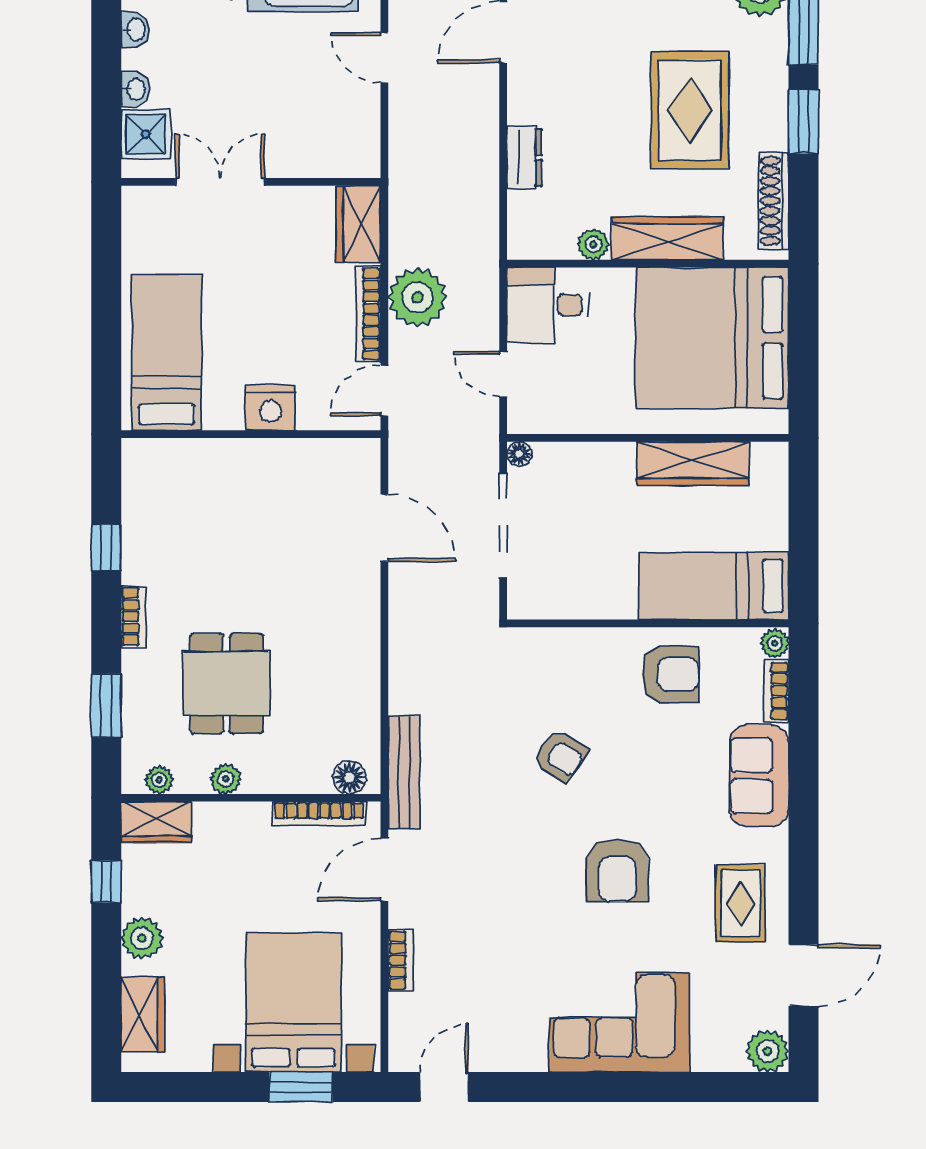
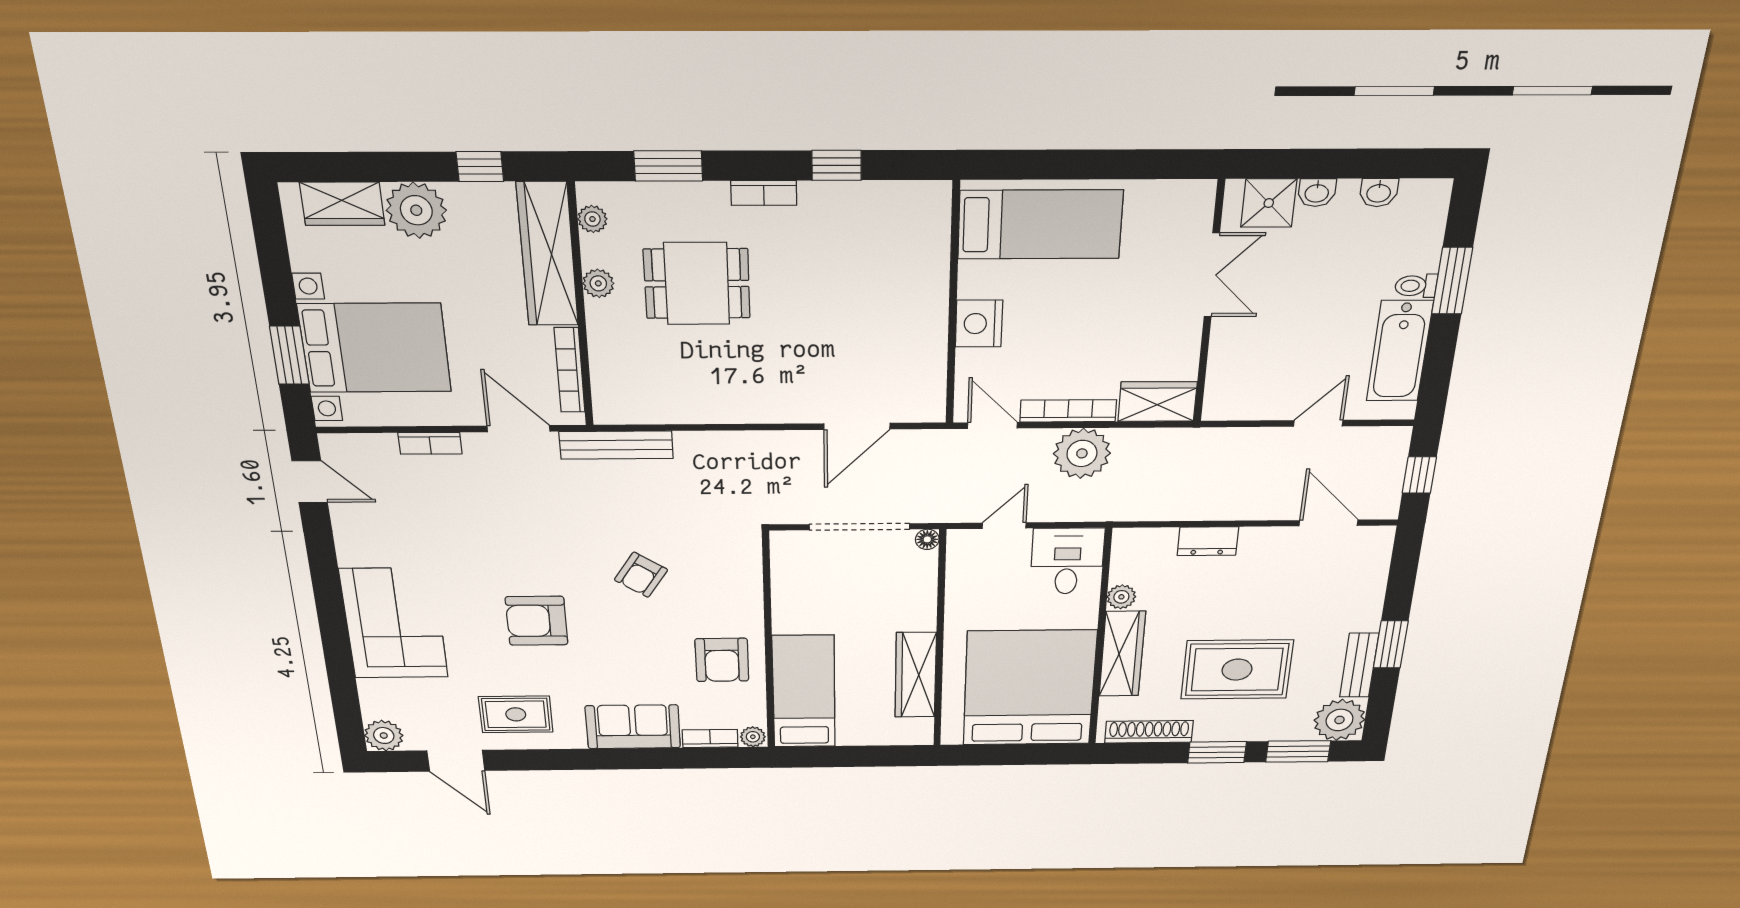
floor lamp: (349, 777) -> (608, 397), removed
wardrobe: (156, 822) -> (548, 254), width x2.10, depth x1.17
plant: (142, 938) -> (416, 210), width x1.36, depth x1.36

